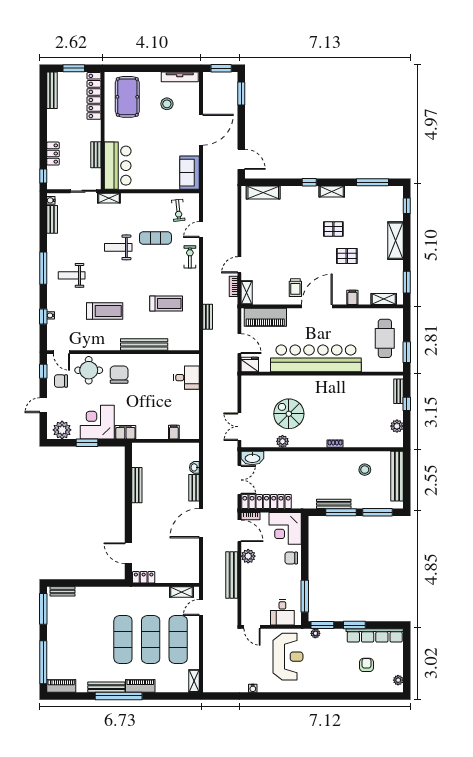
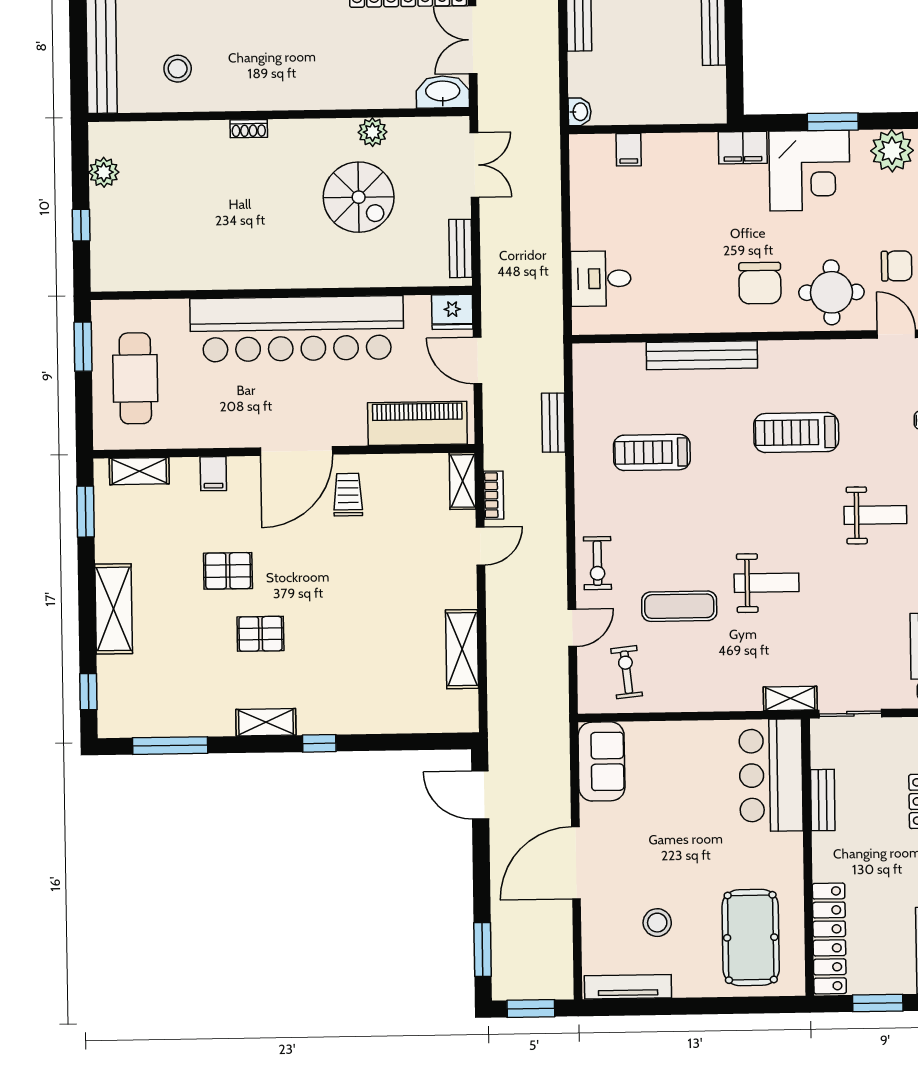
shelving: (263, 193) -> (462, 649), moved, turned 90
bench: (399, 391) -> (460, 248), moved
washbasin: (194, 467) -> (580, 112), moved

